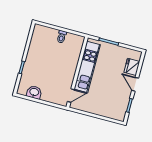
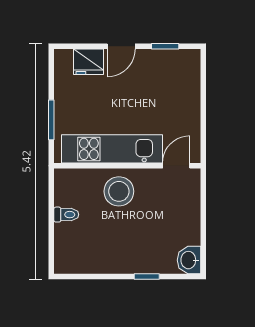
stool: (66, 65) -> (119, 191), added
washbasin: (34, 92) -> (189, 260), moved
door: (71, 96) -> (176, 166), hinge flipped

